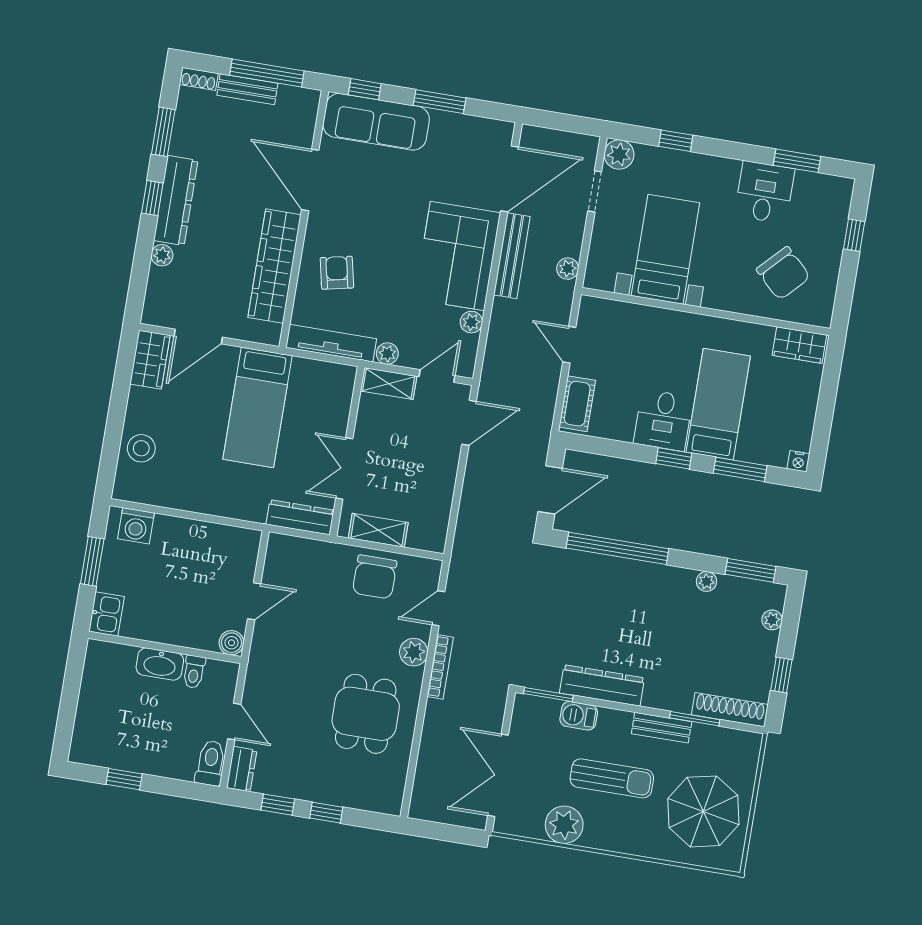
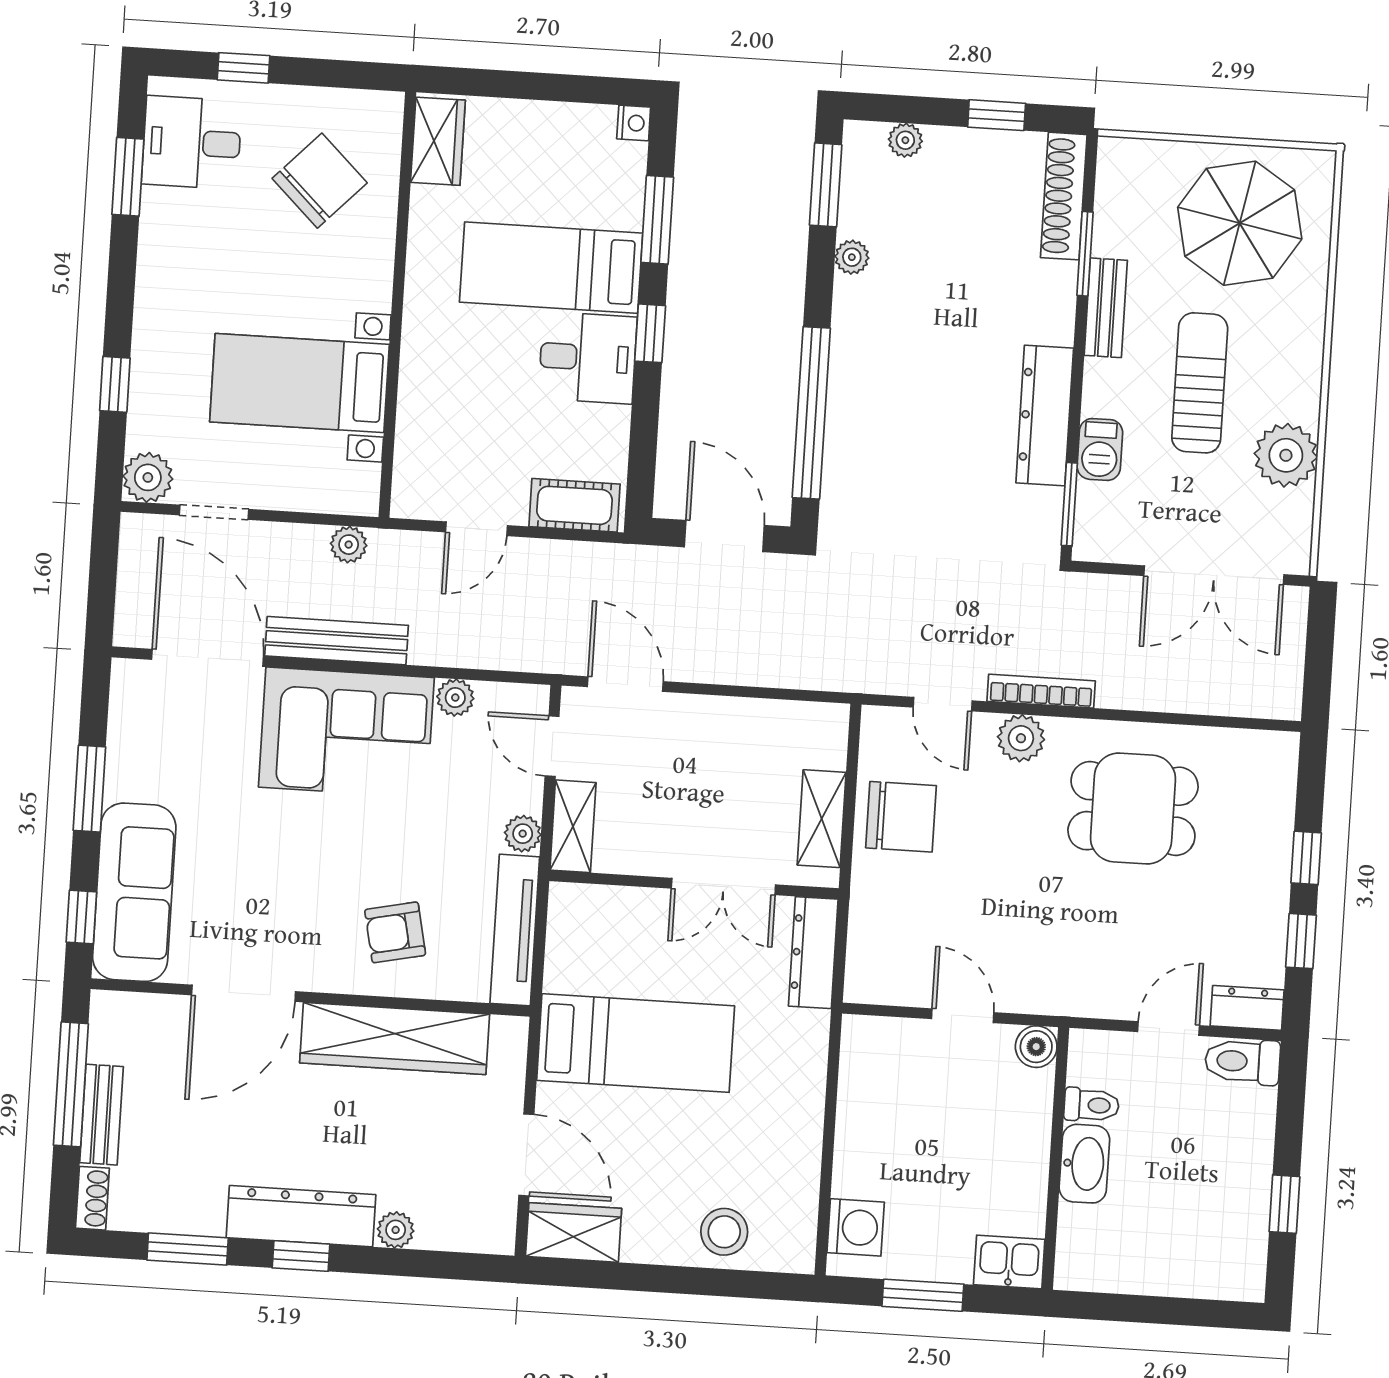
desk: (765, 192) -> (192, 143), moved

